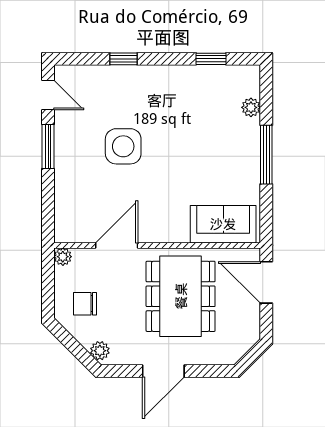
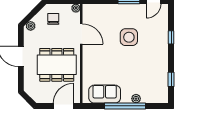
plant: (251, 107) -> (136, 99), moved
window: (266, 155) -> (125, 106), width x1.46
sofa: (223, 224) -> (105, 94), moved, turned -90

